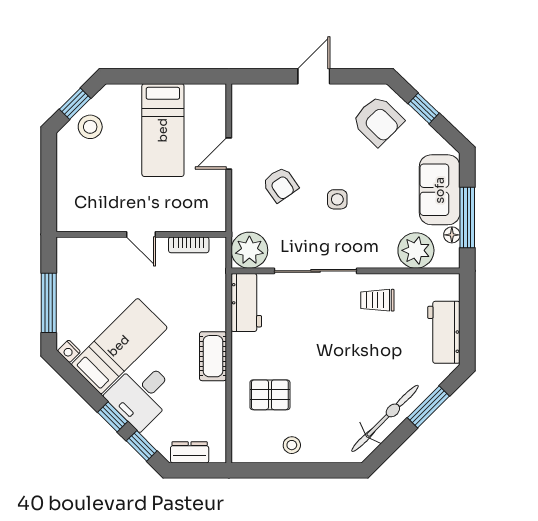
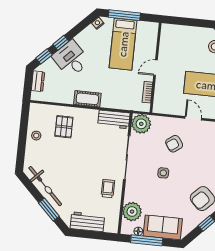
bed: (119, 346) -> (123, 44), moved, turned 45

